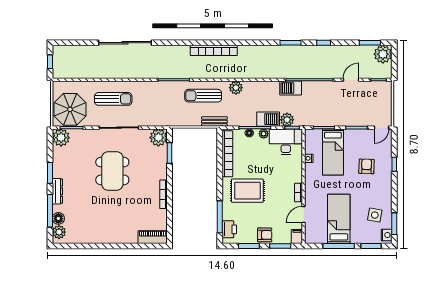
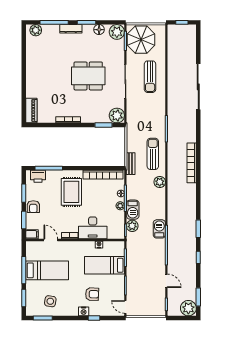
desk: (286, 142) -> (93, 228), moved, turned 90
floor lamp: (58, 218) -> (99, 30), moved
nightstand: (387, 235) -> (84, 311), moved

